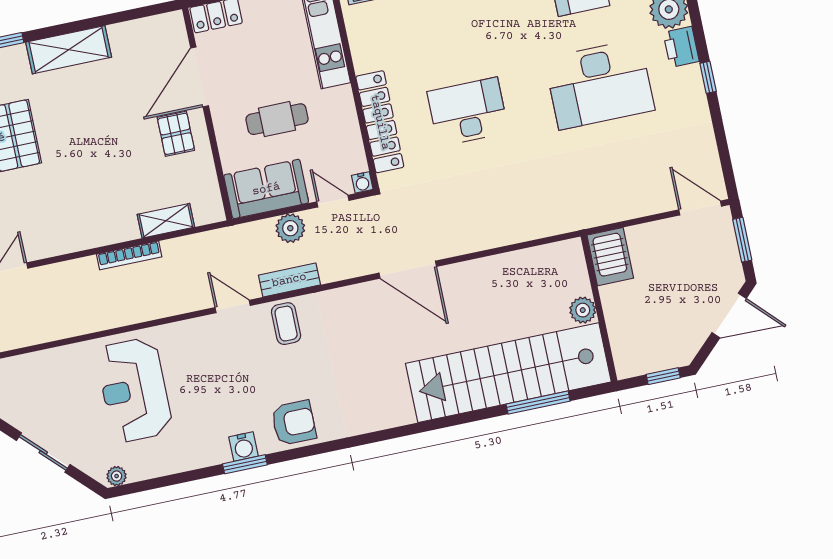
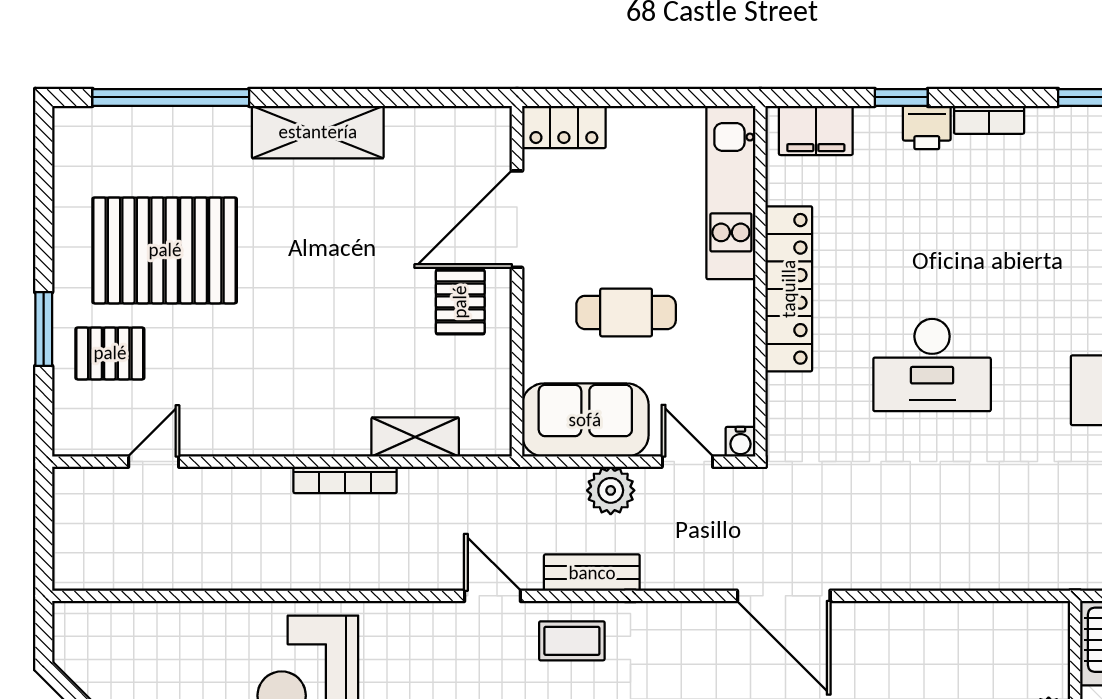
desk: (468, 112) -> (932, 365), turned 180
locker: (380, 122) -> (789, 289), moved
coffee table: (286, 324) -> (572, 641), turned 90

